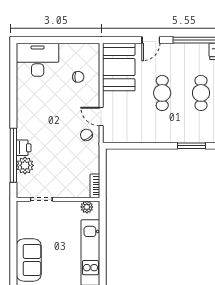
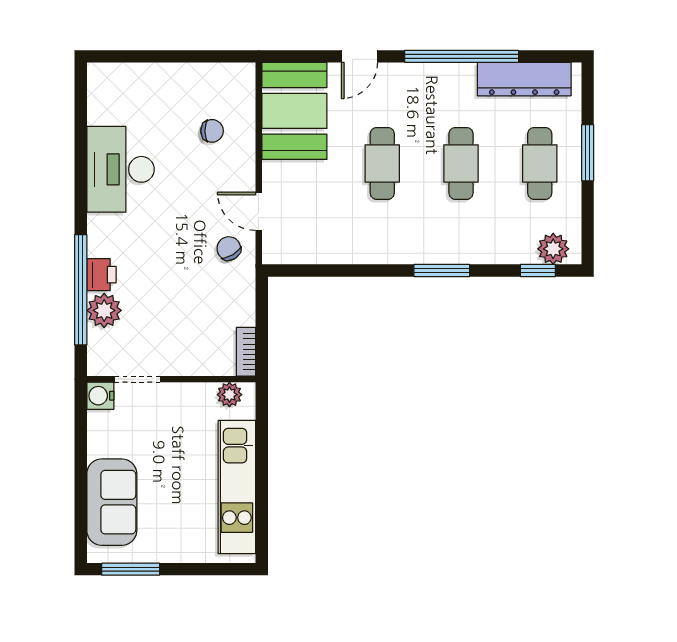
desk: (38, 60) -> (121, 169), moved, turned -90
water cooler: (23, 208) -> (100, 396), added

